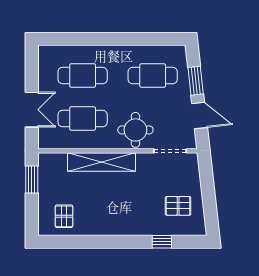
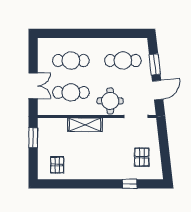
door: (200, 115) -> (158, 90), hinge flipped
shelving: (102, 162) -> (85, 125), width x0.68
pallet: (178, 206) -> (142, 157), turned 90

